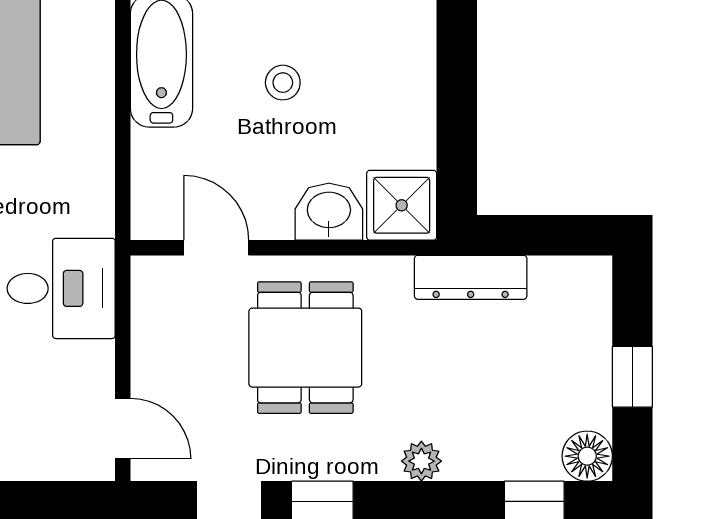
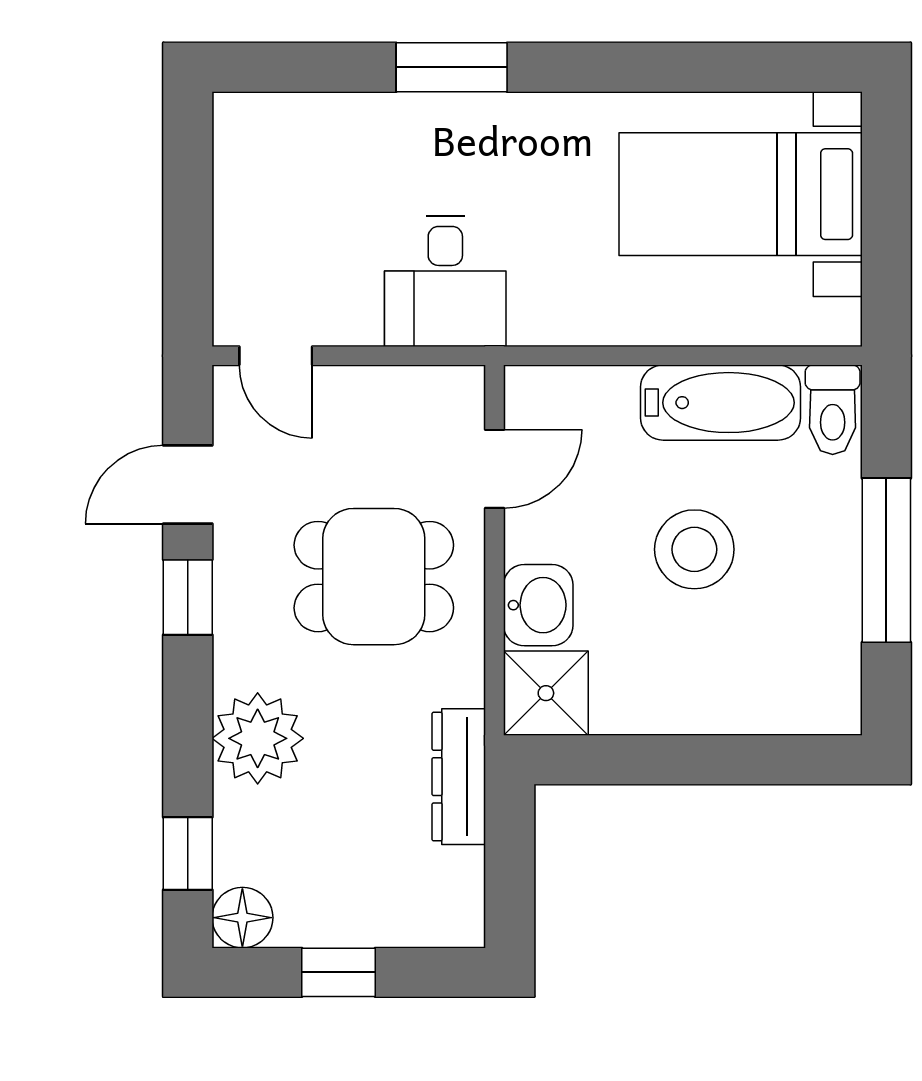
stool: (283, 83) -> (694, 549), width x1.89, depth x1.89
door: (123, 429) -> (276, 356), hinge flipped
plant: (421, 461) -> (258, 738), width x1.88, depth x1.88

